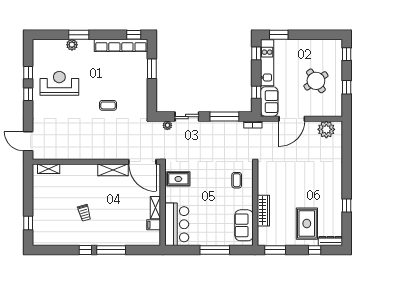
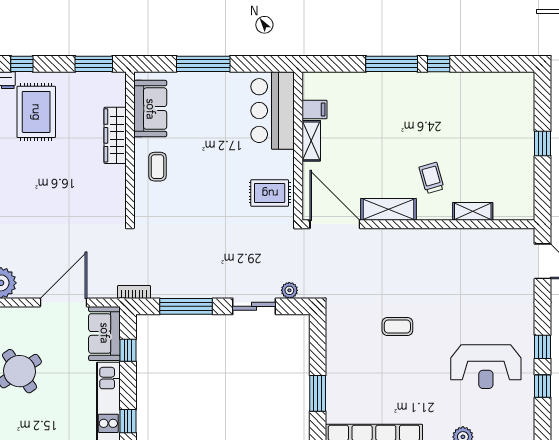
shelving: (49, 169) -> (473, 211), moved
coffee table: (237, 180) -> (157, 167), moved
trolley: (84, 213) -> (432, 178), moved
window: (28, 223) -> (543, 144), moved

